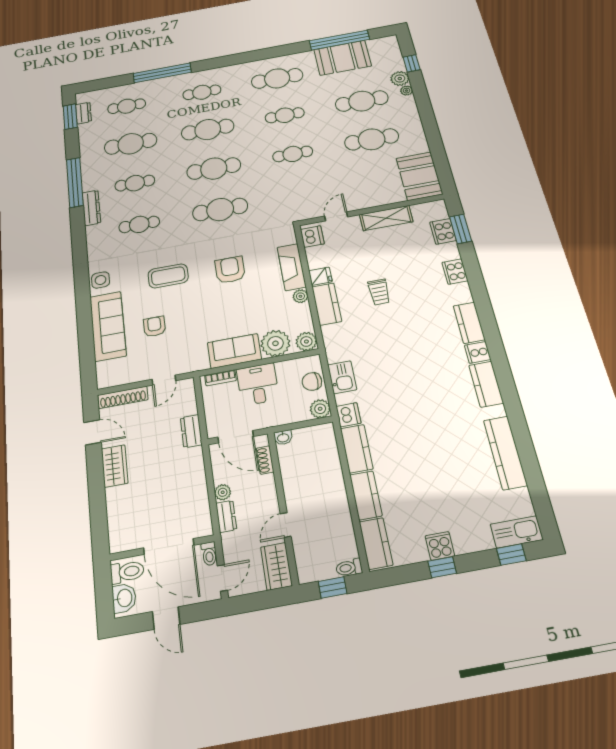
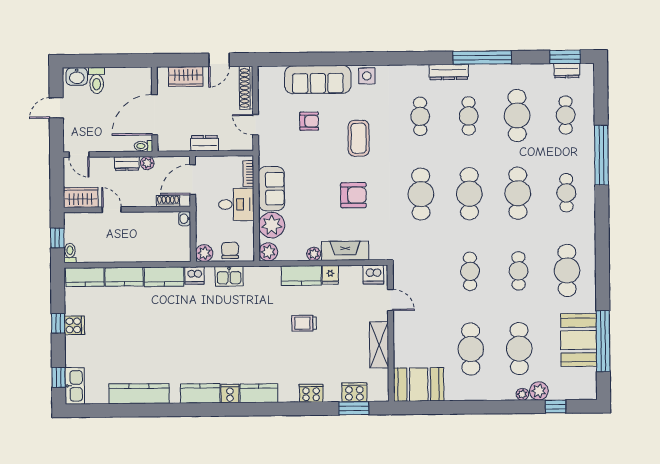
door: (169, 547) -> (155, 115), moved
wall: (162, 548) -> (155, 109), moved
toilet: (209, 554) -> (143, 146), moved

